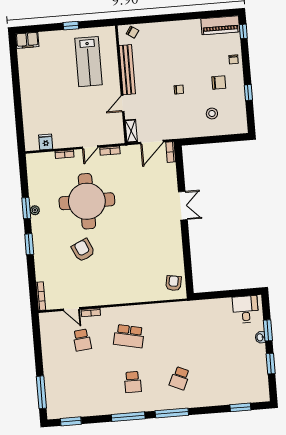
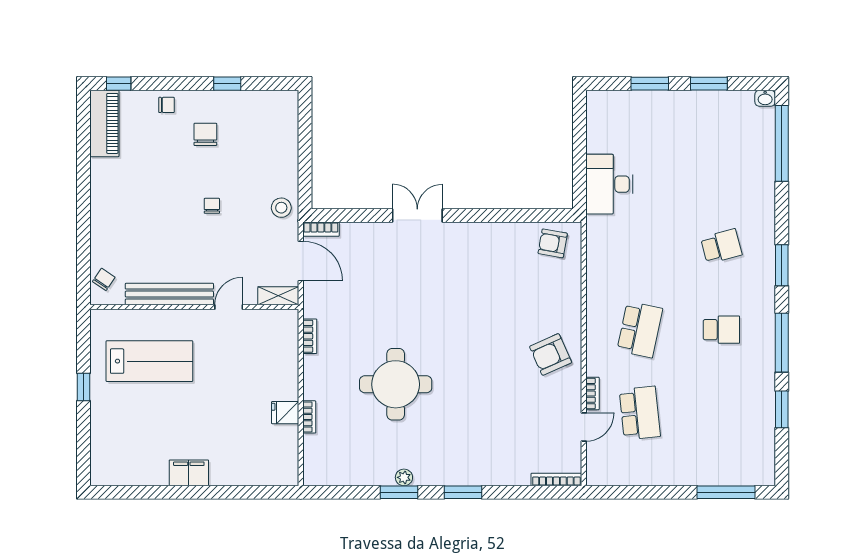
filing cabinet: (27, 40) -> (189, 473), moved, turned -90
door: (123, 104) -> (229, 307), swing flipped
stool: (212, 114) -> (281, 208), moved
fridge: (46, 142) -> (285, 413), moved
door: (90, 147) -> (301, 371), removed
round table: (87, 201) -> (396, 384), width x0.73, depth x0.73
armchair: (83, 250) -> (551, 354), moved
desk: (246, 309) -> (609, 184), moved, width x1.37
washbasin: (260, 337) -> (765, 98), moved
school desk: (82, 340) -> (640, 413), width x1.85
school desk: (180, 378) -> (721, 246), turned -39
window: (240, 407) -> (782, 143), width x2.11
window: (172, 413) -> (782, 265), width x0.69
window: (71, 421) -> (782, 409), moved

